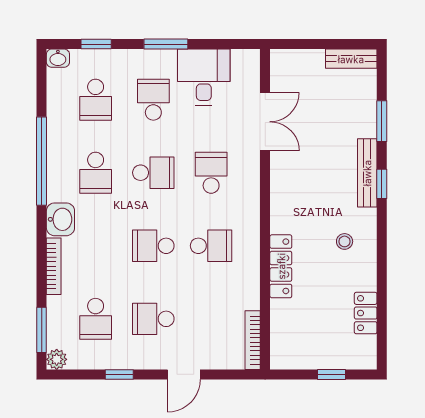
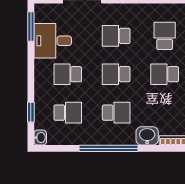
window: (166, 44) -> (31, 27), moved
school desk: (153, 173) -> (116, 74), turned -90
school desk: (153, 246) -> (165, 74), turned 90

